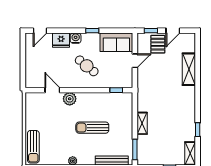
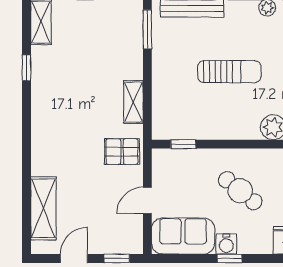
water cooler: (76, 38) -> (226, 244), moved
pallet: (158, 44) -> (122, 152), moved, turned 90
shelving: (189, 69) -> (43, 208), moved
shelving: (142, 123) -> (133, 102), moved

